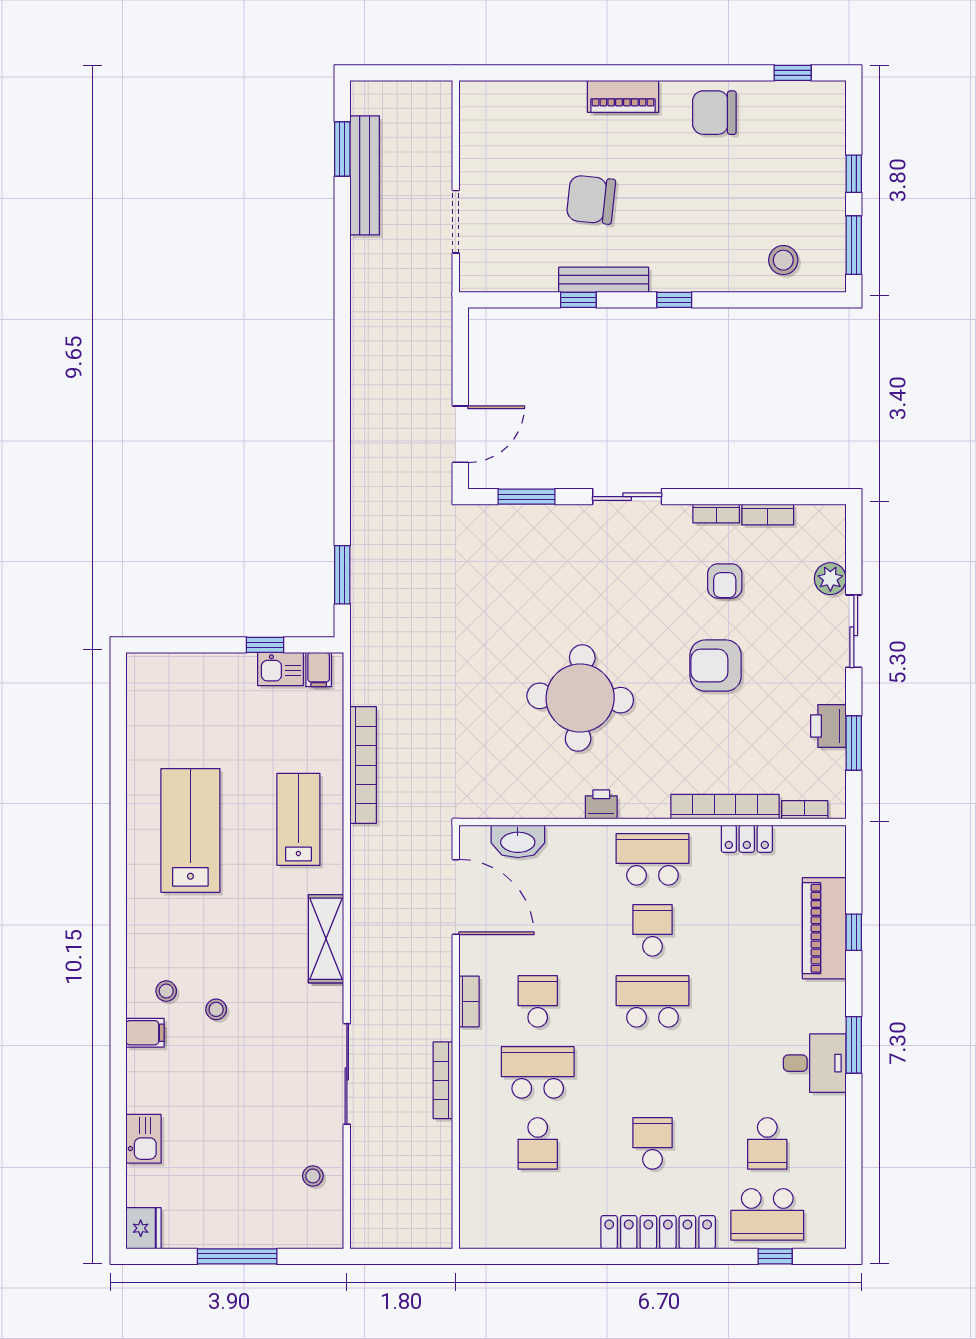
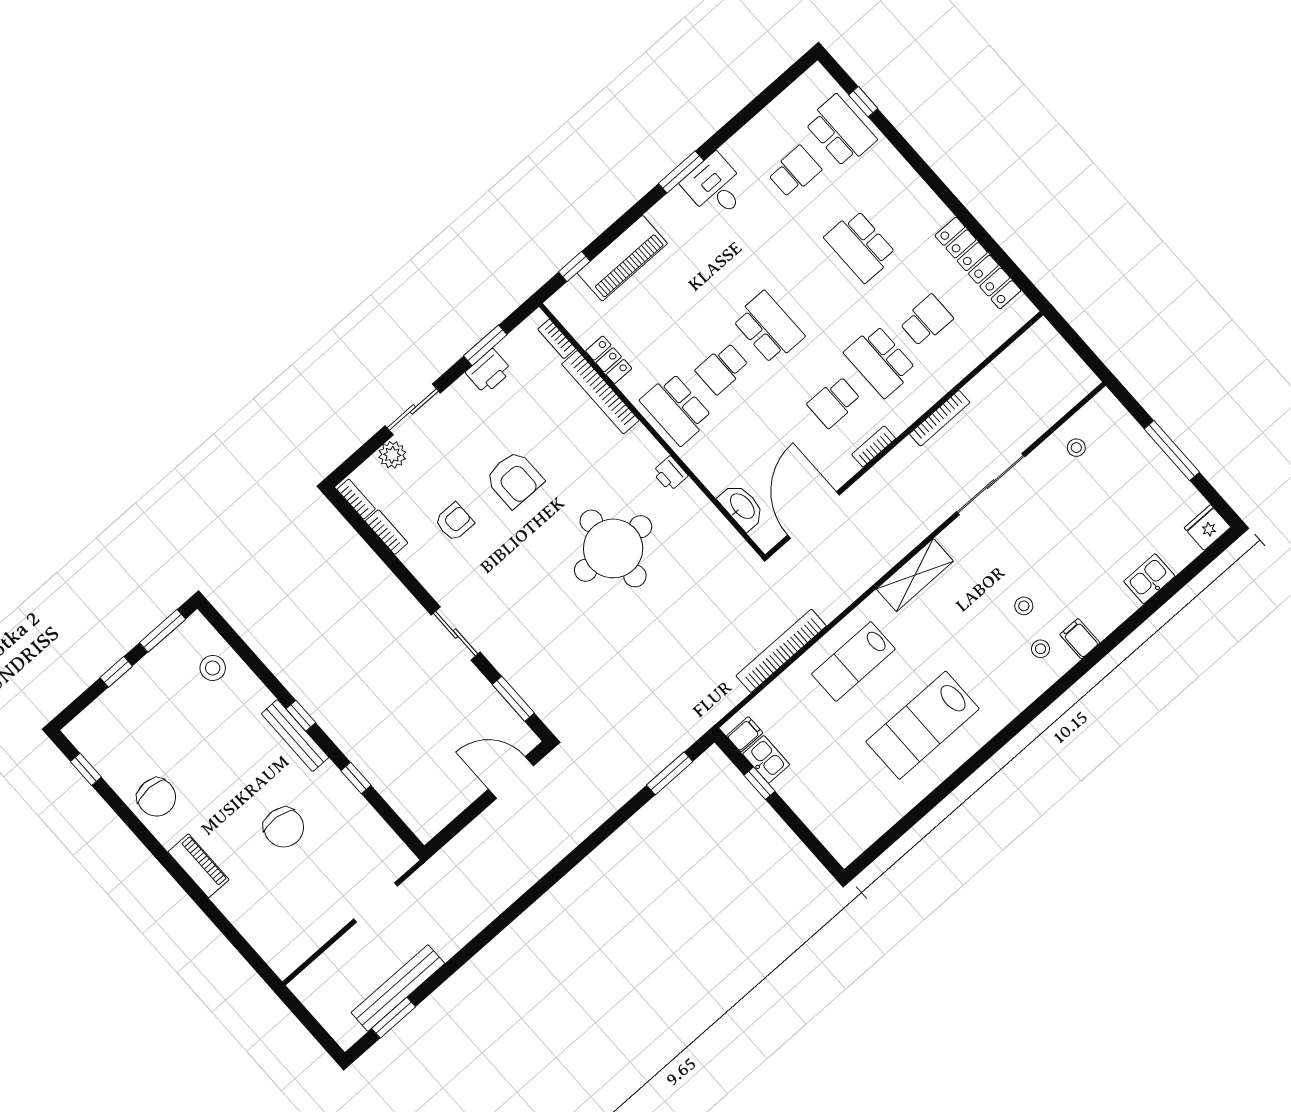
bench: (604, 280) -> (295, 736), moved
bookcase: (716, 514) -> (356, 499), moved
window: (854, 932) -> (574, 267), moved
school desk: (652, 1001) -> (768, 328), turned 180
school desk: (652, 1143) -> (860, 246), width x1.85
locker: (658, 1232) -> (978, 263), moved

